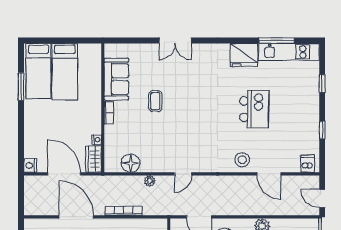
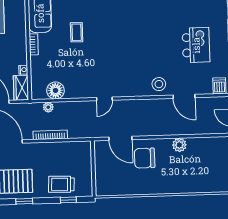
kitchen island: (254, 109) -> (196, 45), moved
plant: (150, 181) -> (48, 107), moved

